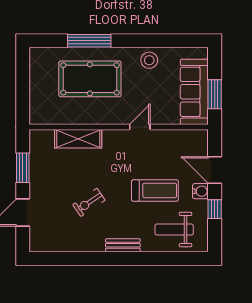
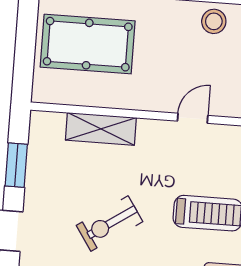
pool table: (90, 79) -> (88, 44), moved
exercise bike: (89, 202) -> (110, 224), width x1.38, depth x1.39

